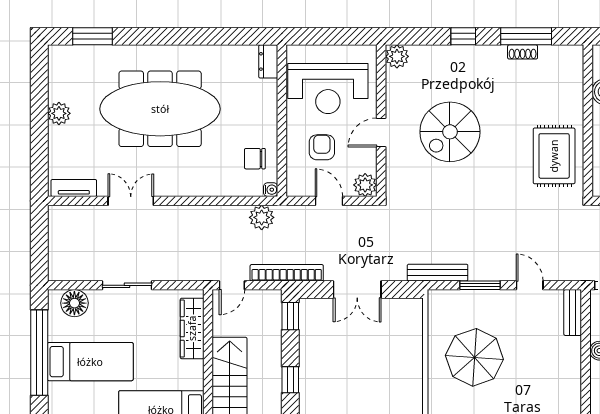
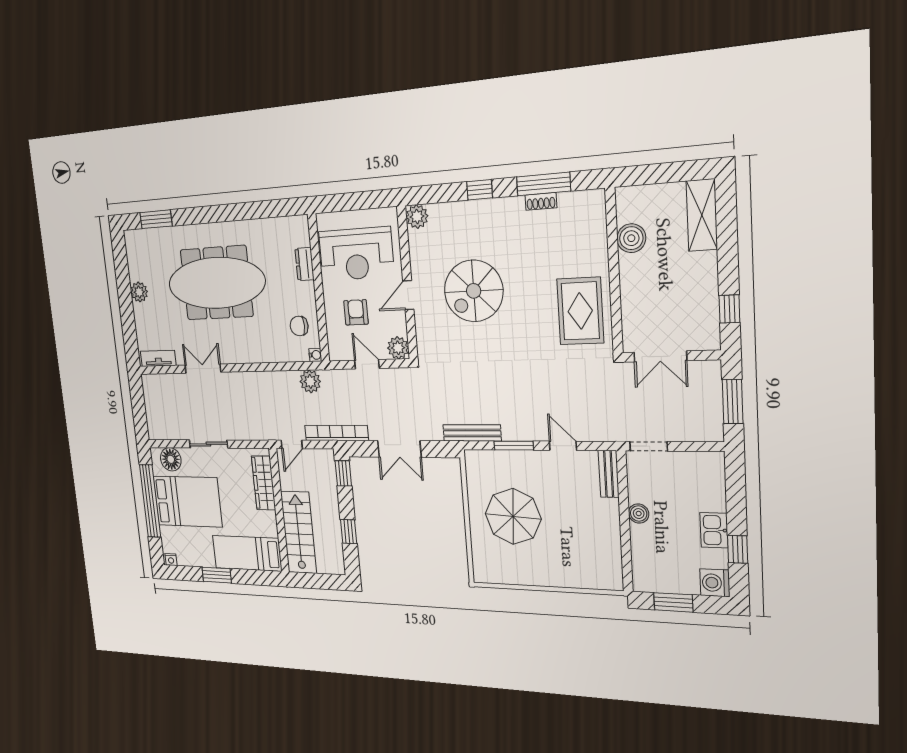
dresser: (268, 61) -> (305, 264), moved
bed: (90, 362) -> (187, 502), width x1.50

